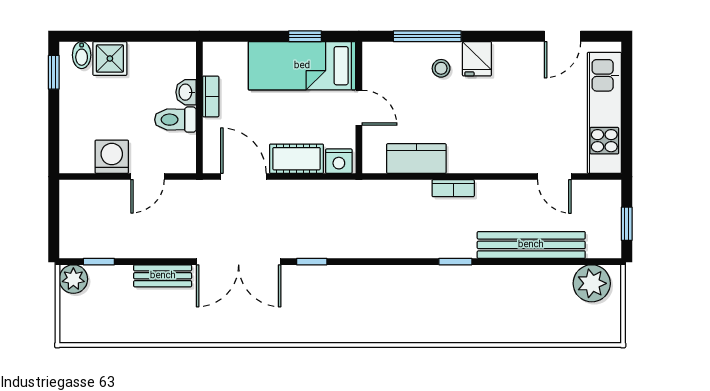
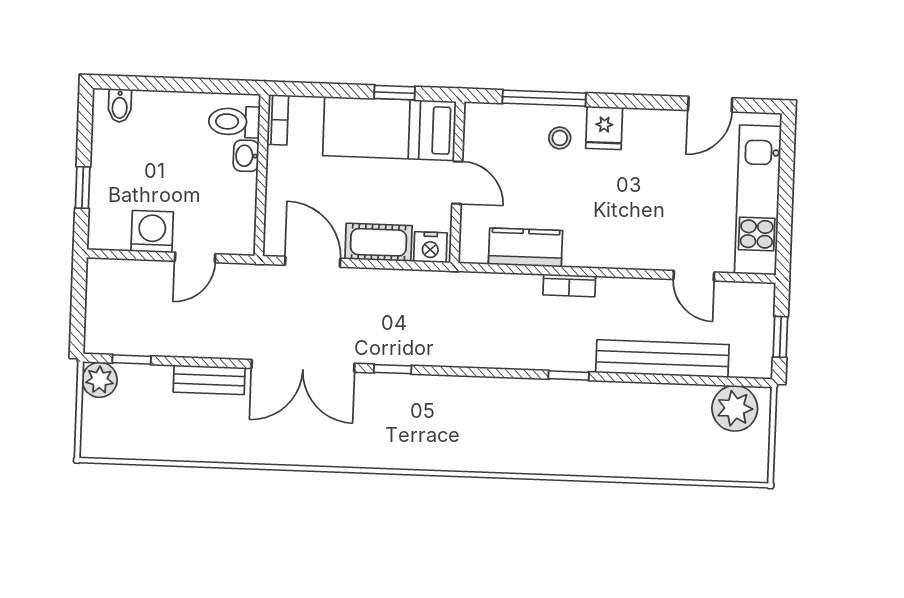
shower: (110, 58) -> (154, 111), removed
window: (54, 72) -> (83, 187), moved
bookcase: (211, 96) -> (278, 120), moved
toilet: (175, 120) -> (234, 122), moved

